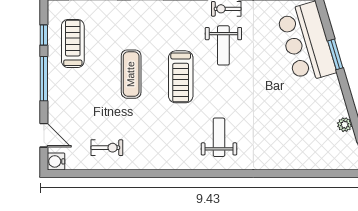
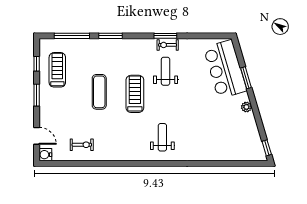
weight bench: (223, 45) -> (166, 71), turned 180
treadmill: (181, 77) -> (135, 94), turned 180
window: (44, 79) -> (37, 95), width x0.69
plant: (345, 125) -> (246, 107), moved

